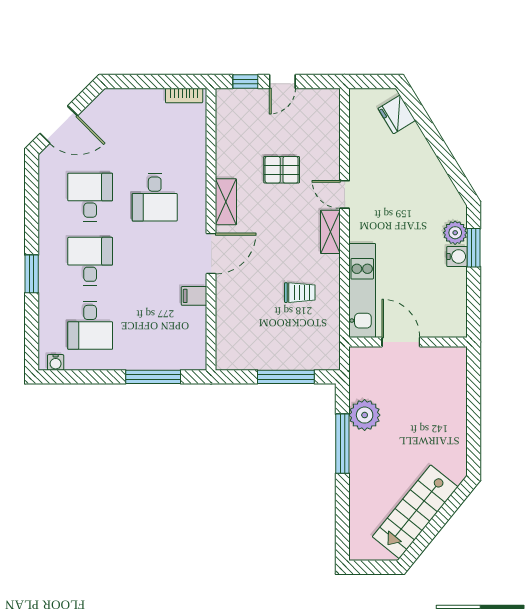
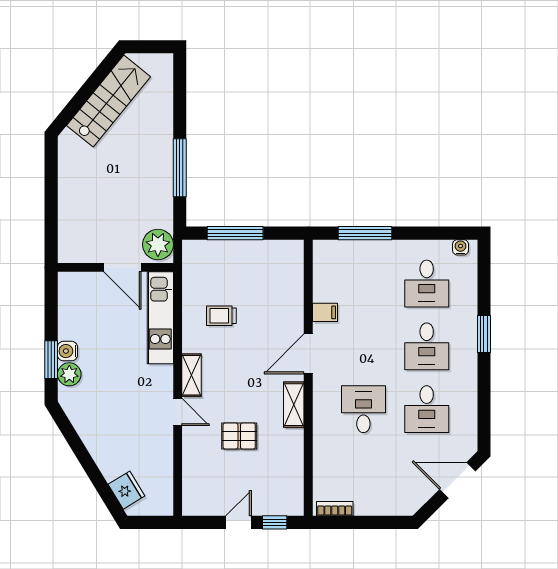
desk: (90, 325) -> (427, 284), turned 180
plant: (365, 415) -> (158, 245), moved

